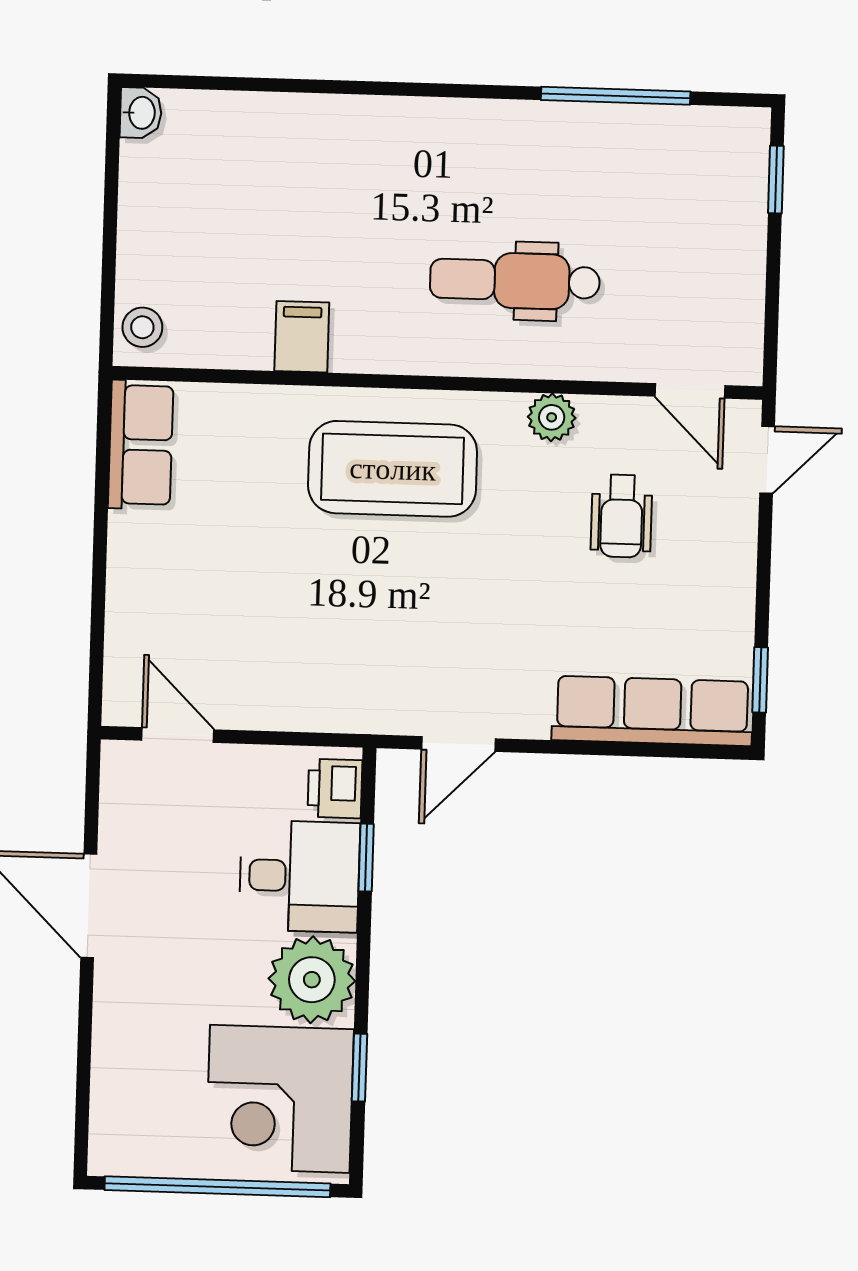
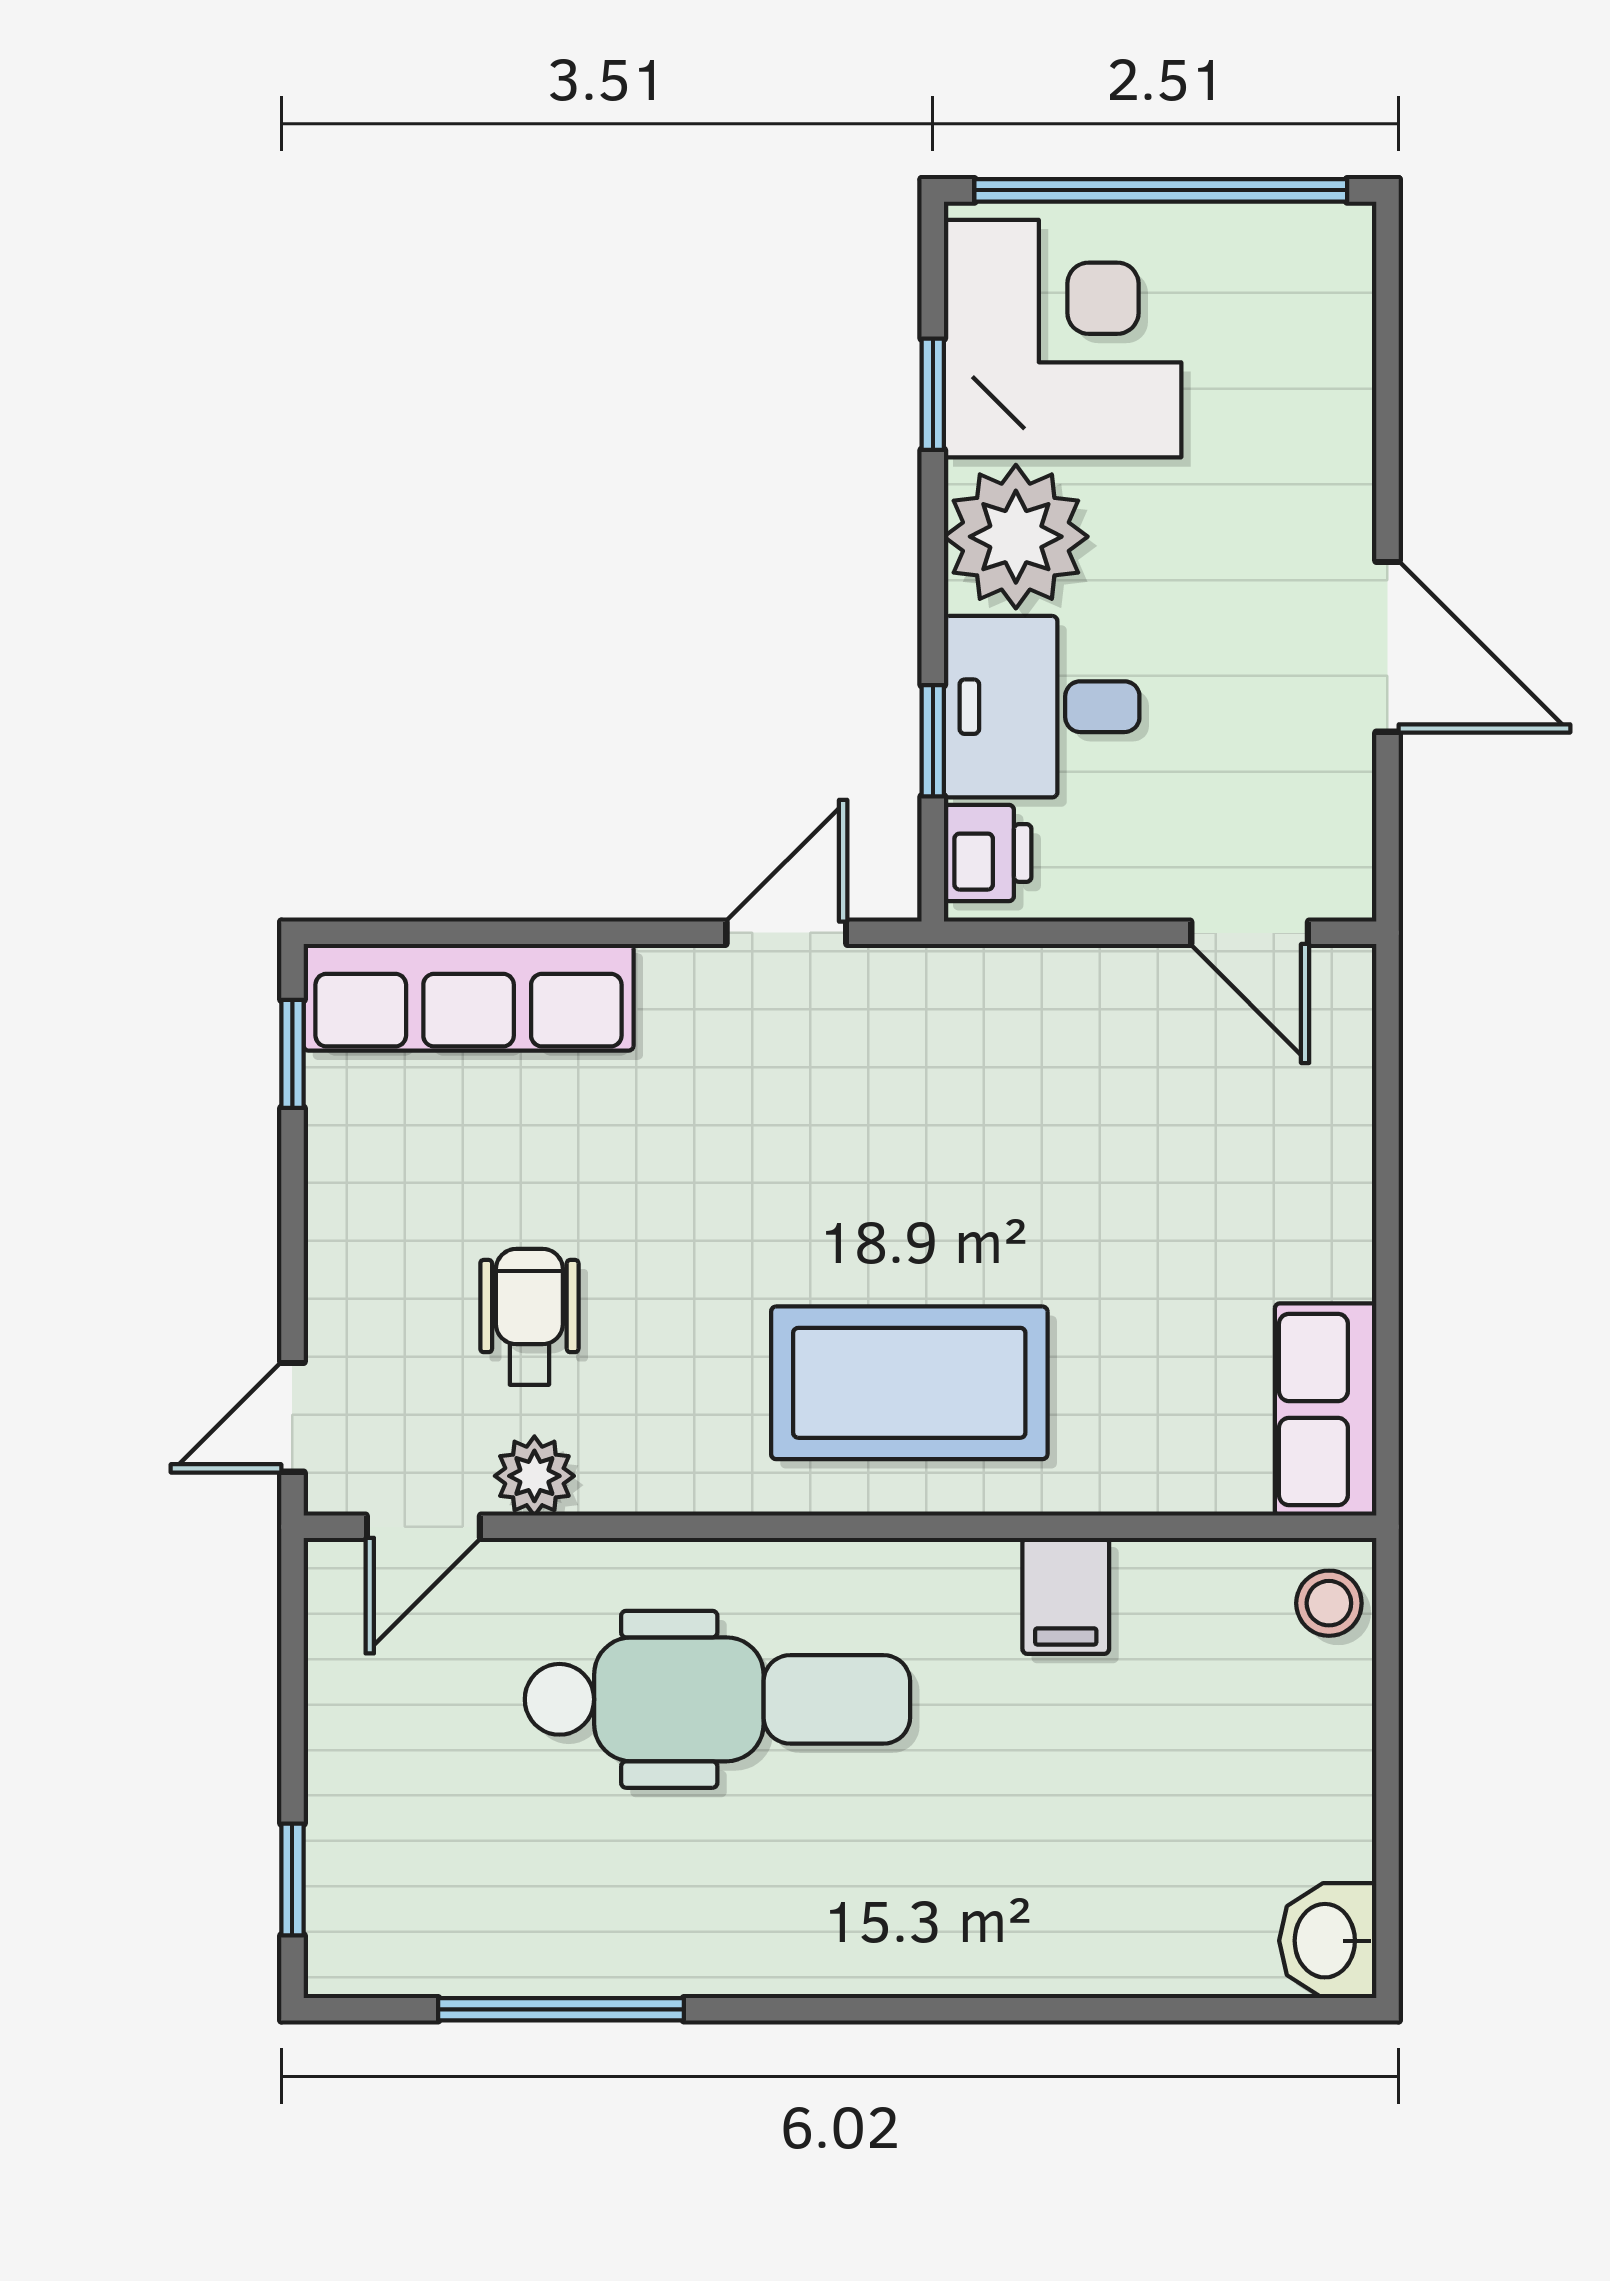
washbasin: (141, 113) -> (1328, 1941), width x1.38, depth x1.45
dental chair: (515, 281) -> (717, 1699), width x1.36, depth x1.38
door: (690, 391) -> (423, 1527), swing flipped
plant: (552, 417) -> (534, 1476), moved

